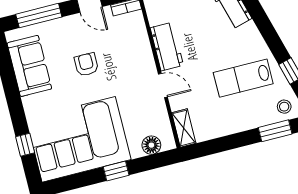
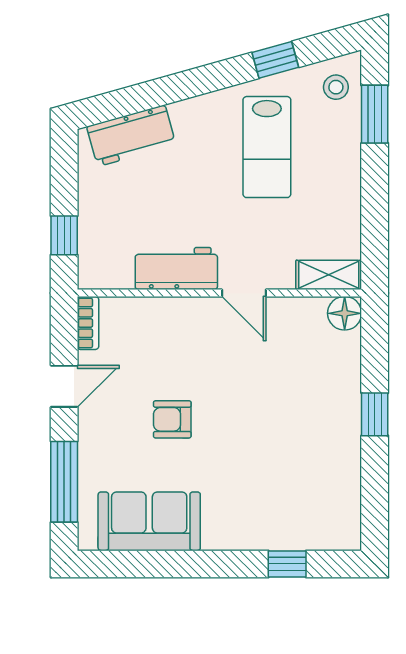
door: (163, 86) -> (244, 293), swing flipped
corner sofa: (79, 139) -> (302, 467), removed
floor lamp: (151, 145) -> (345, 313), moved

